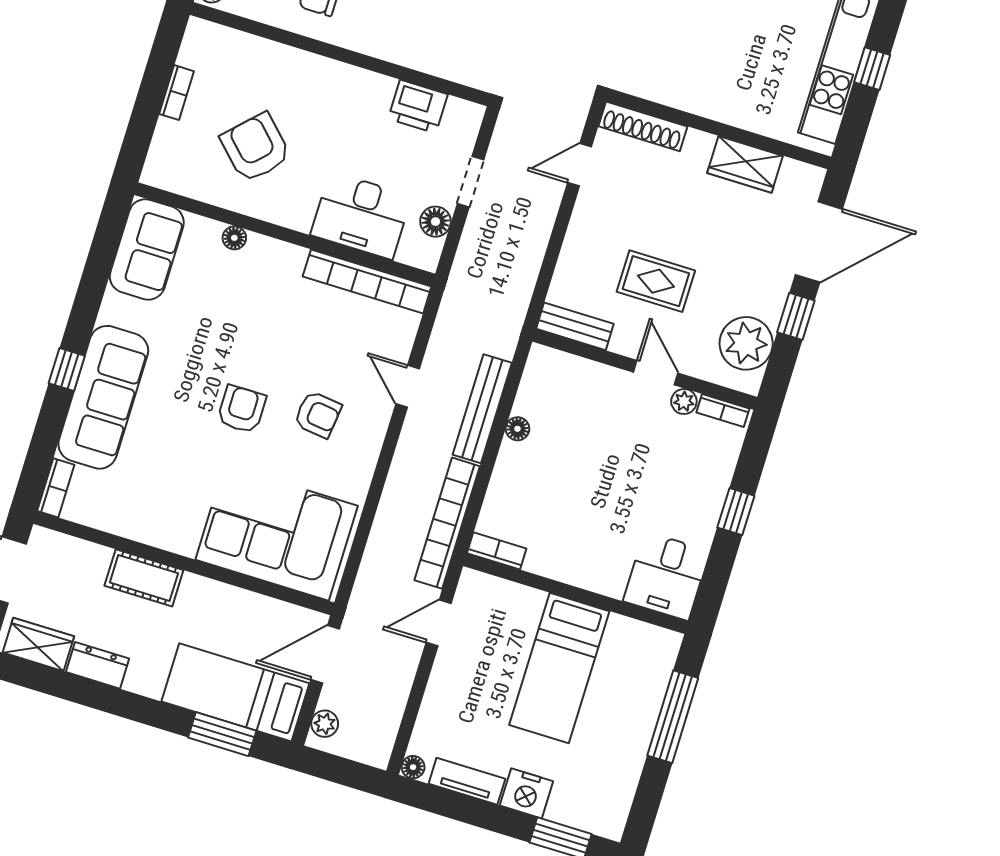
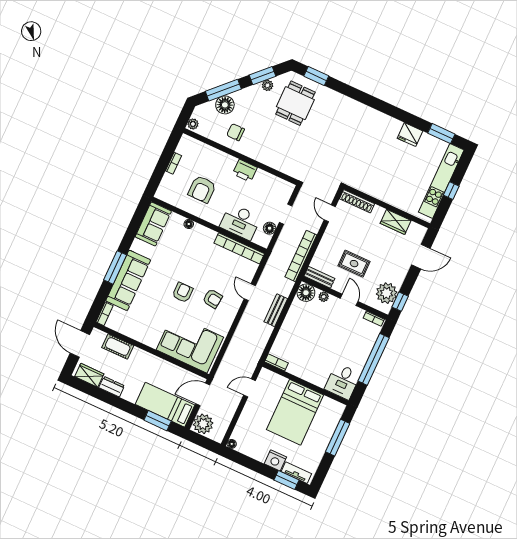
printer: (418, 107) -> (245, 171), moved
armchair: (256, 148) -> (202, 189), turned -135
door: (580, 165) -> (330, 213), hinge flipped
door: (819, 242) -> (421, 257), width x0.73
window: (796, 316) -> (400, 302), moved
window: (67, 370) -> (115, 267), width x2.17
plant: (684, 401) -> (324, 297), moved
bench: (482, 409) -> (276, 310), width x0.73
floor lamp: (517, 429) -> (306, 293), moved, width x1.89, depth x1.89
window: (736, 512) -> (374, 359), width x3.17
bookcase: (447, 523) -> (301, 256), moved
cot: (144, 578) -> (118, 347), moved
bed: (559, 668) -> (295, 412), width x1.50
plant: (325, 724) -> (203, 424), width x1.87, depth x1.87
tv unit: (467, 781) -> (296, 473), moved

